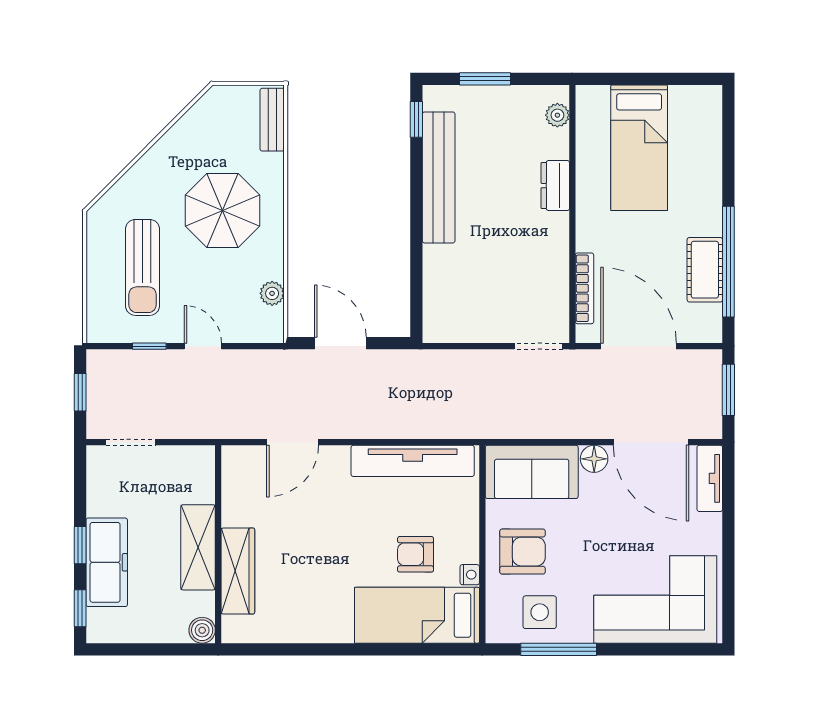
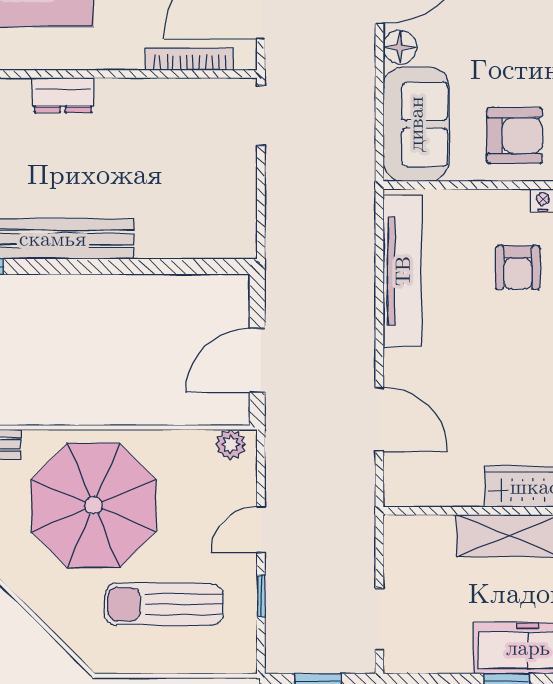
parasol: (223, 210) -> (94, 506), width x1.36, depth x1.36
sun lounger: (143, 267) -> (164, 604), turned 180
plant: (272, 293) -> (230, 444), moved
armchair: (522, 552) -> (514, 136), turned 90

